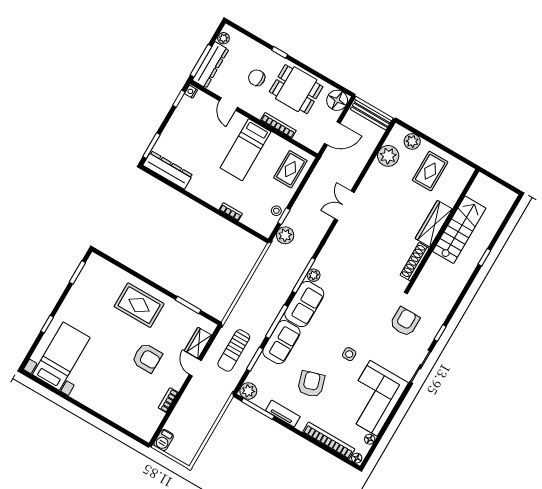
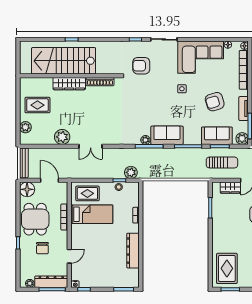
bed: (246, 150) -> (92, 214), moved
plant: (388, 156) -> (62, 137), moved
dresser: (168, 170) -> (133, 251), moved
stairs: (459, 230) -> (64, 61), width x1.36, depth x1.51
rug: (139, 305) -> (227, 268), moved
sofa: (281, 342) -> (217, 136), moved

